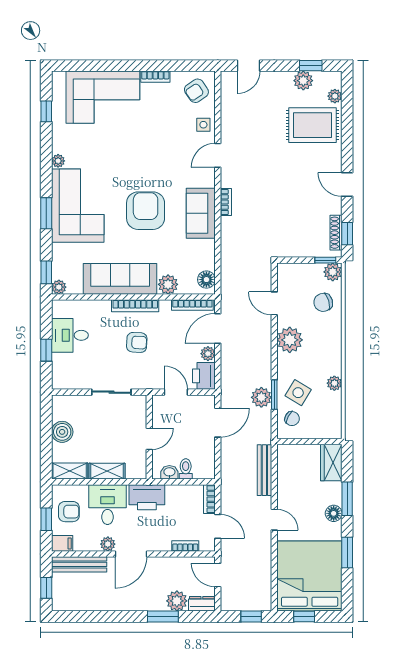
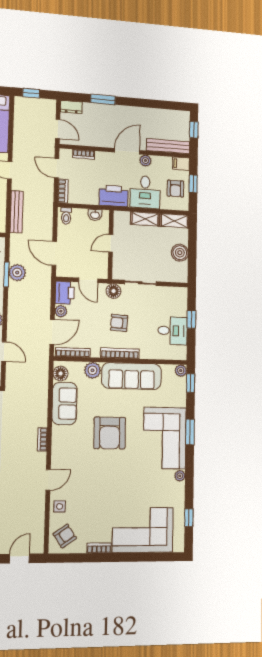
sofa: (201, 213) -> (65, 403), moved
floor lamp: (144, 381) -> (114, 291), added
door: (218, 423) -> (54, 253), hinge flipped
toilet: (186, 469) -> (66, 216), moved
armchair: (69, 512) -> (175, 189), turned -90
plant: (177, 601) -> (91, 111), removed

